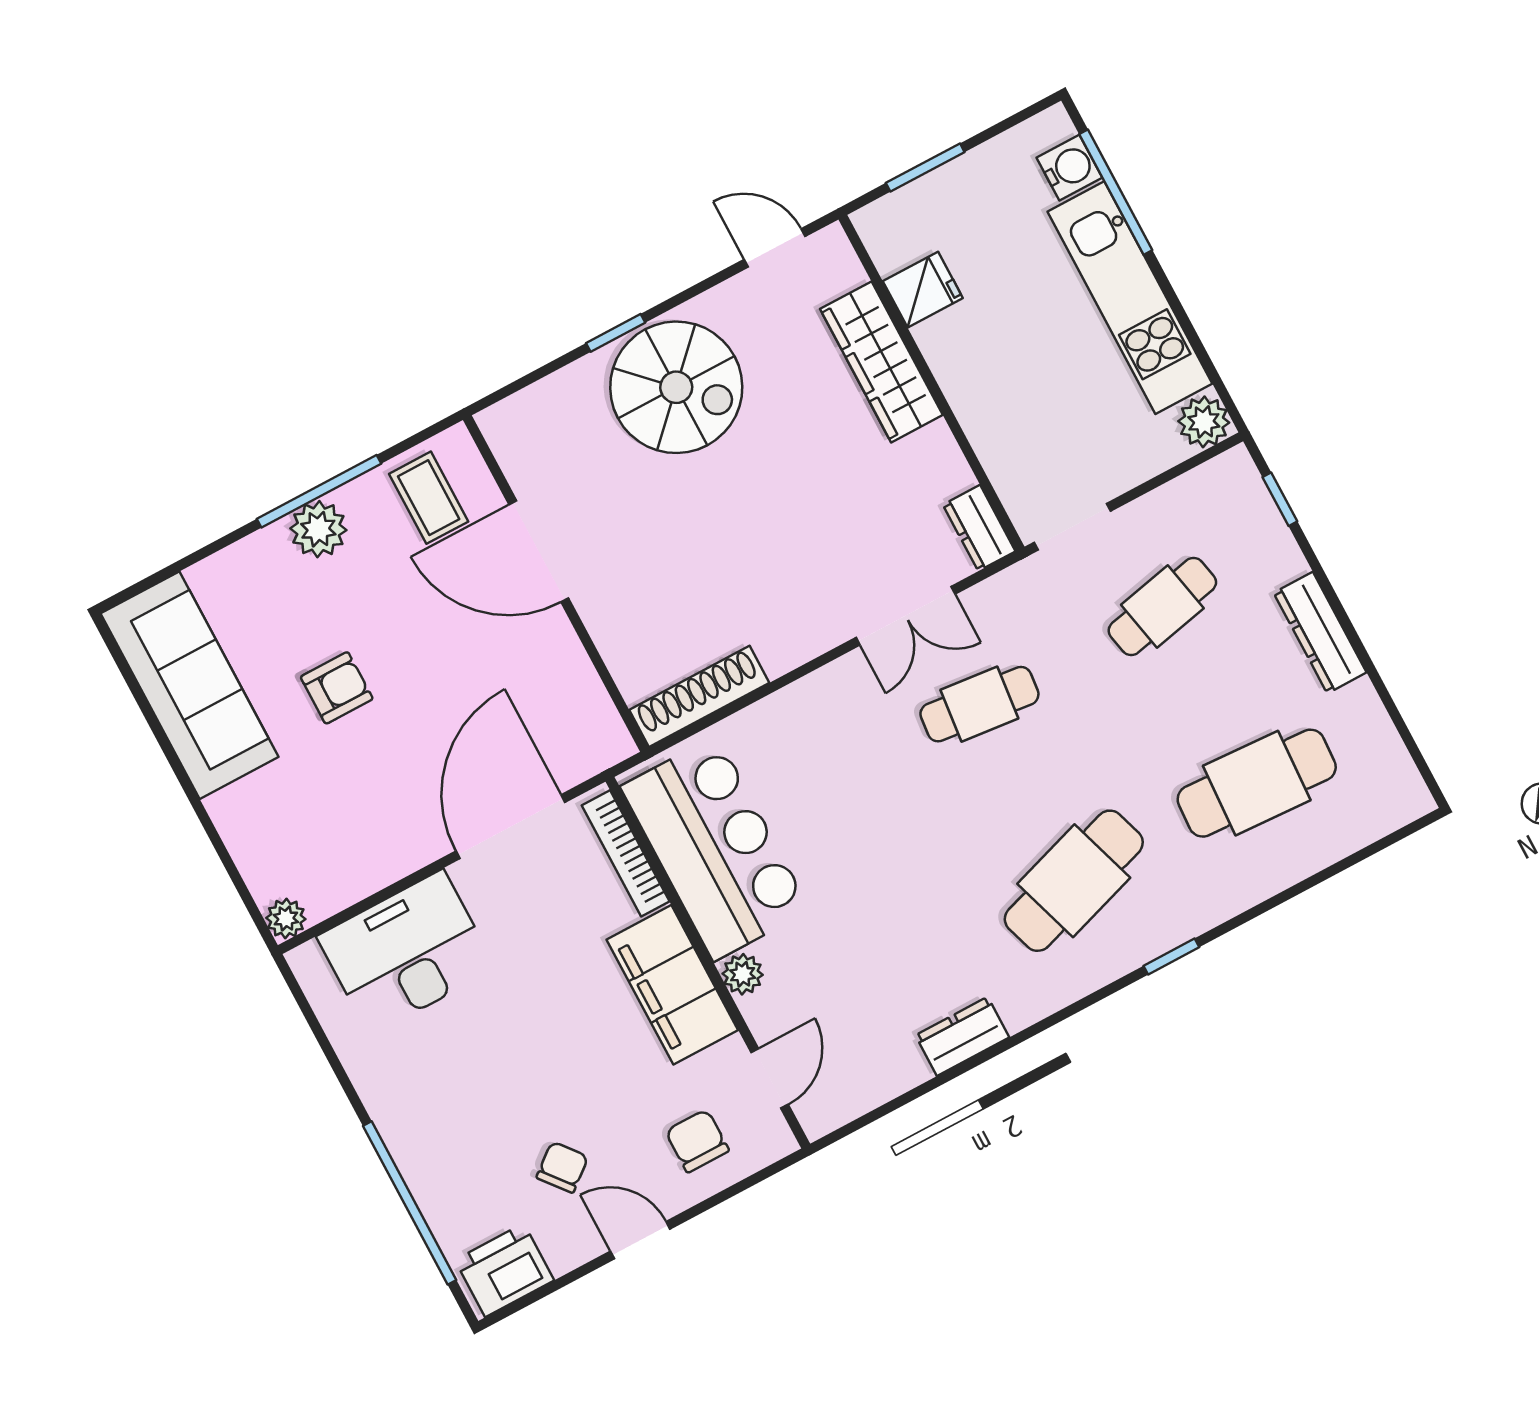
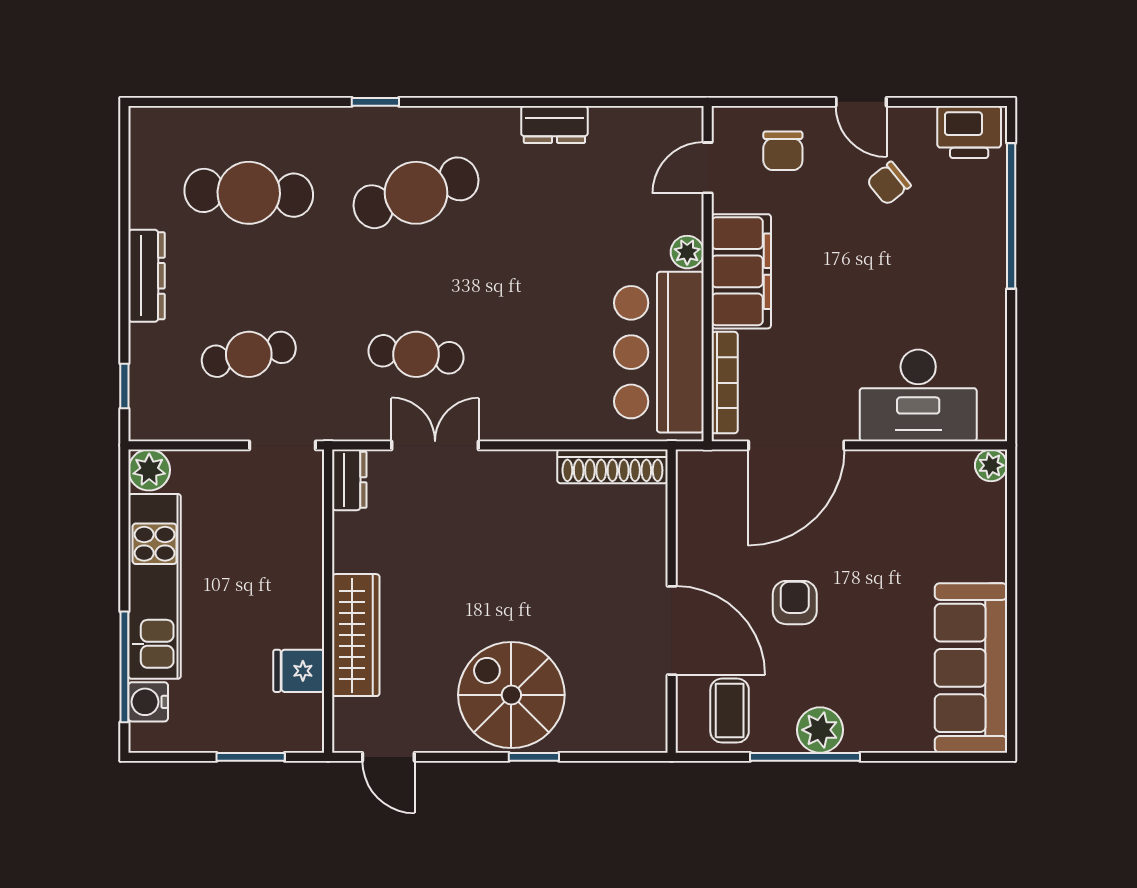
armchair: (337, 688) -> (795, 603), moved, turned 90

